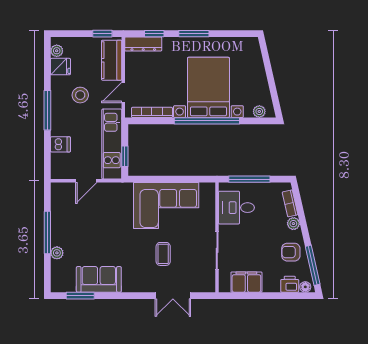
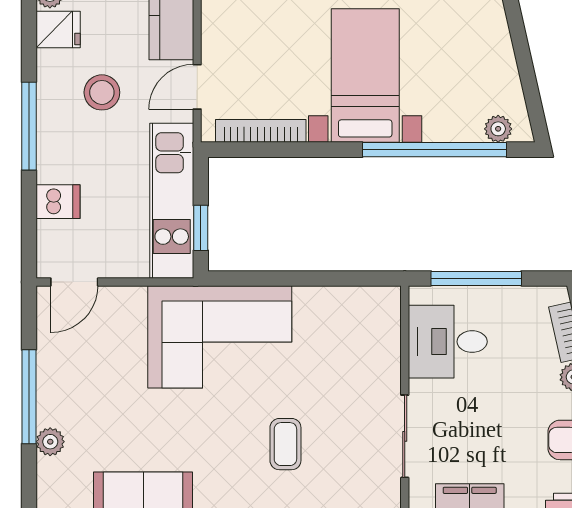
bed with nightstands: (208, 87) -> (365, 76), width x0.73
window: (207, 121) -> (434, 150), moved
door: (86, 181) -> (74, 282), moved
corner sofa: (166, 206) -> (220, 337), moved

